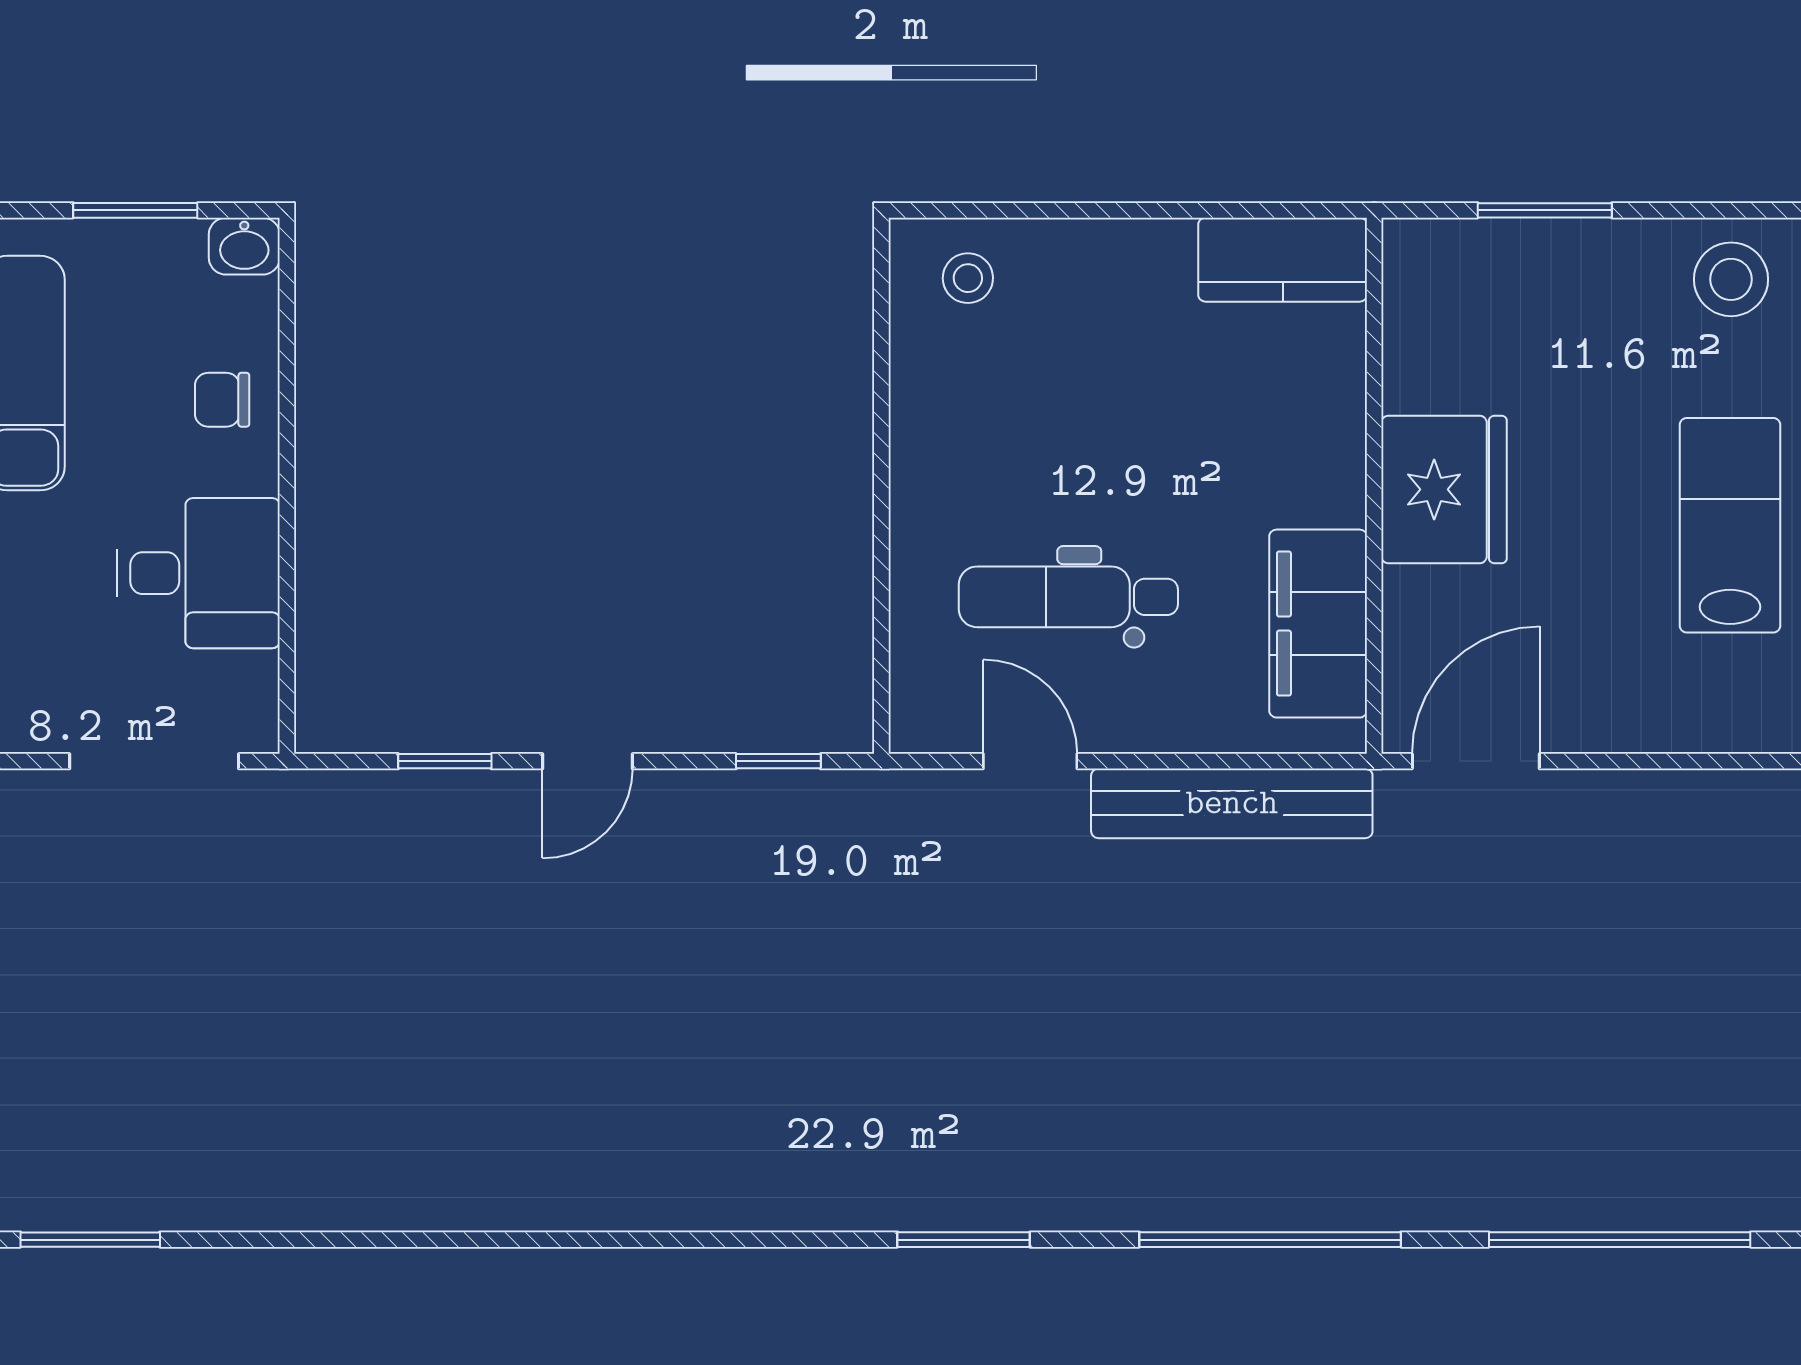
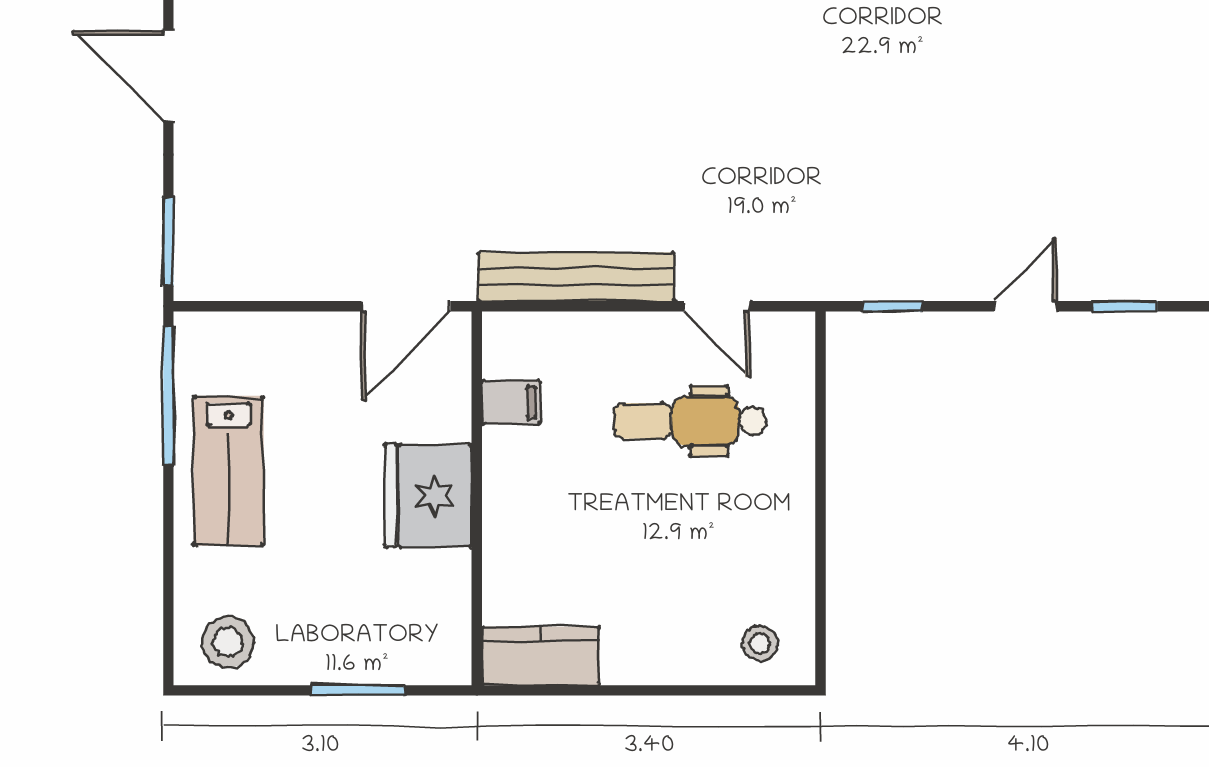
dental chair: (1068, 597) -> (690, 421), turned 180
filing cabinet: (1318, 624) -> (511, 402), width x0.33, depth x0.86

